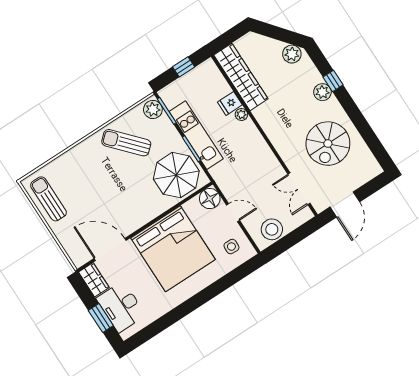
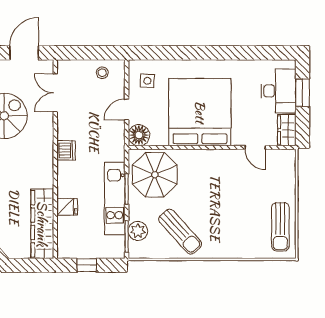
plant: (153, 109) -> (138, 231), moved
plant: (241, 114) -> (63, 191), removed
dishwasher: (260, 148) -> (66, 150), added
double door: (299, 189) -> (55, 93), swing flipped
door: (233, 213) -> (127, 110), hinge flipped
stool: (272, 229) -> (102, 73), width x0.53, depth x0.53
door: (110, 249) -> (255, 147), width x0.53

